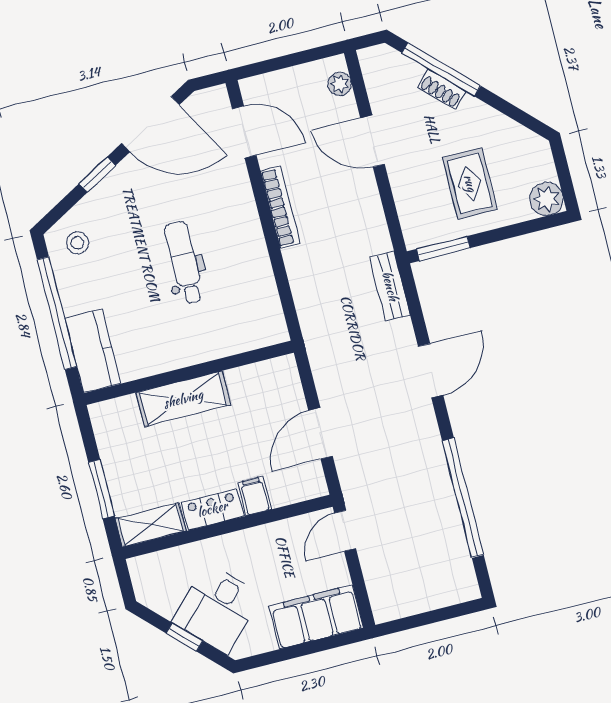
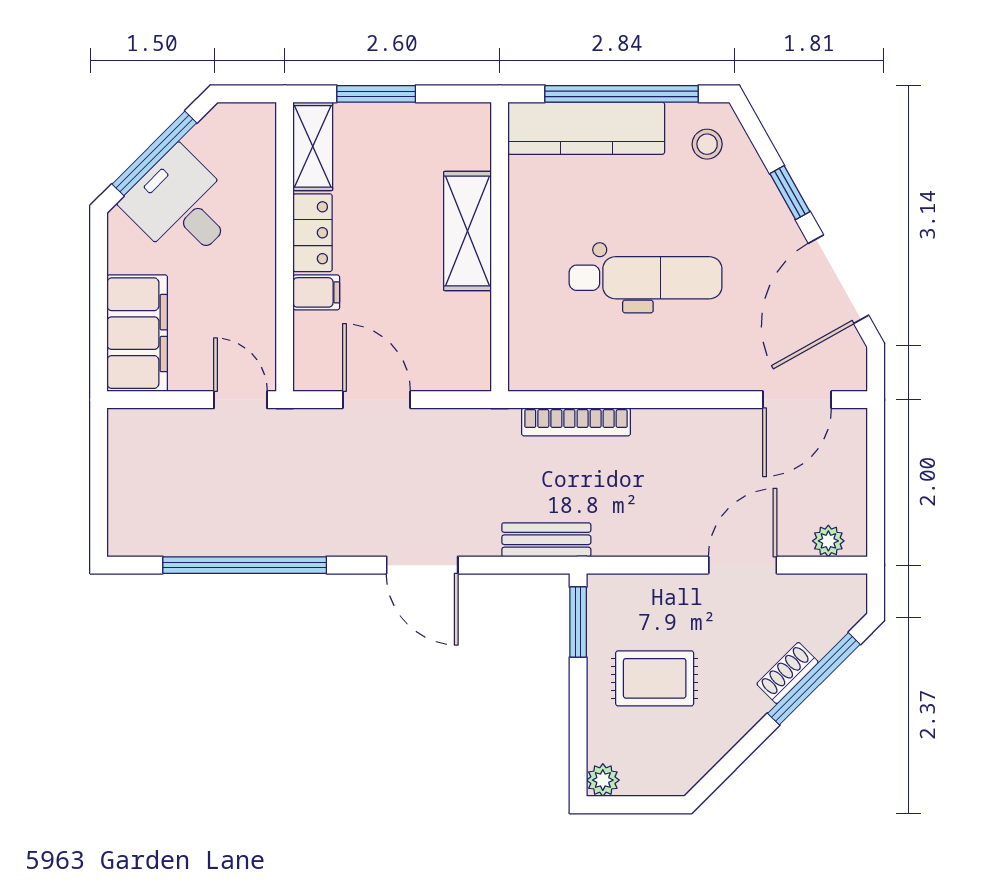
plant: (546, 199) -> (603, 780), width x0.73, depth x0.73
bookcase: (280, 207) -> (576, 422), moved
dental chair: (184, 263) -> (646, 278), width x1.36, depth x1.38
kitchen counter: (93, 351) -> (586, 128), width x1.50
window: (184, 637) -> (154, 153), width x2.17

